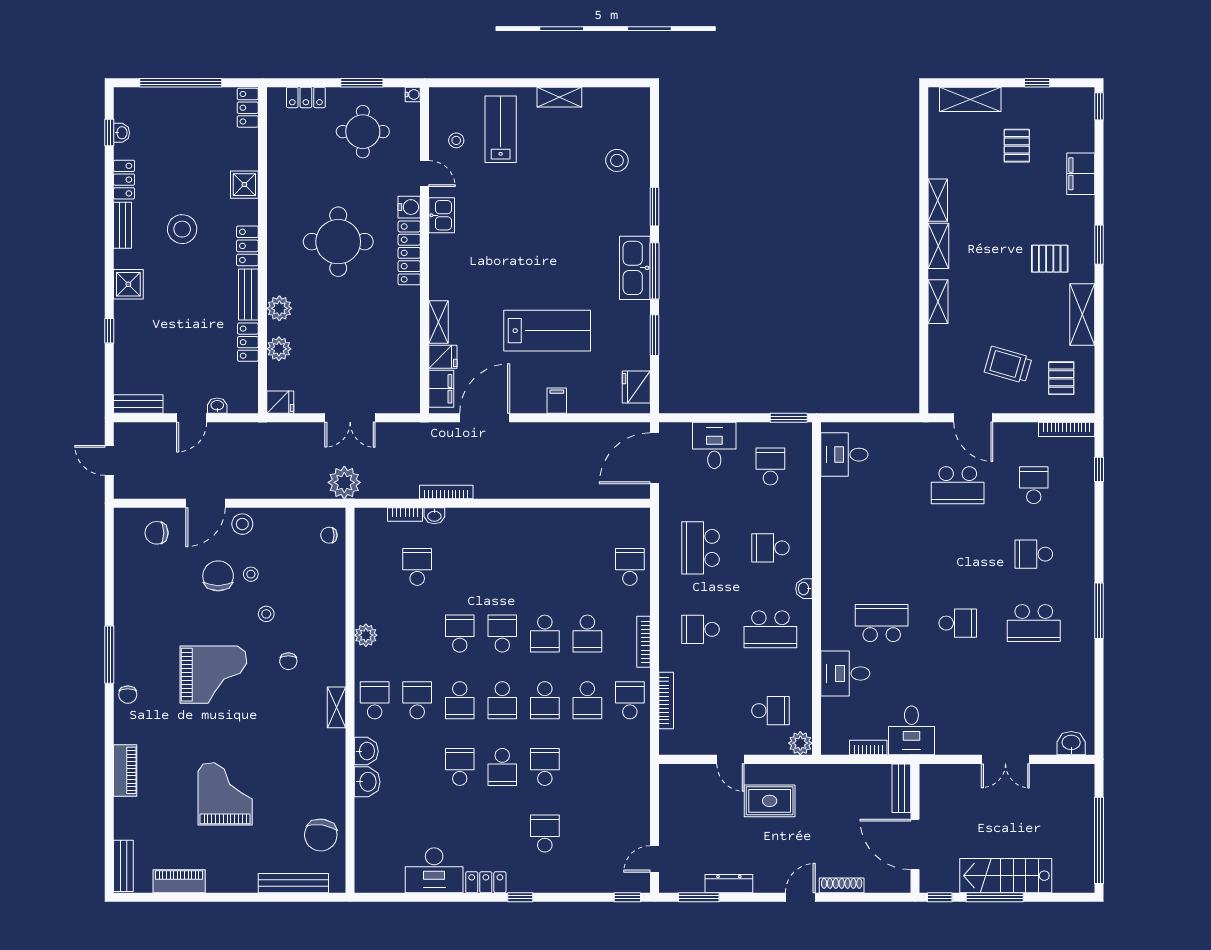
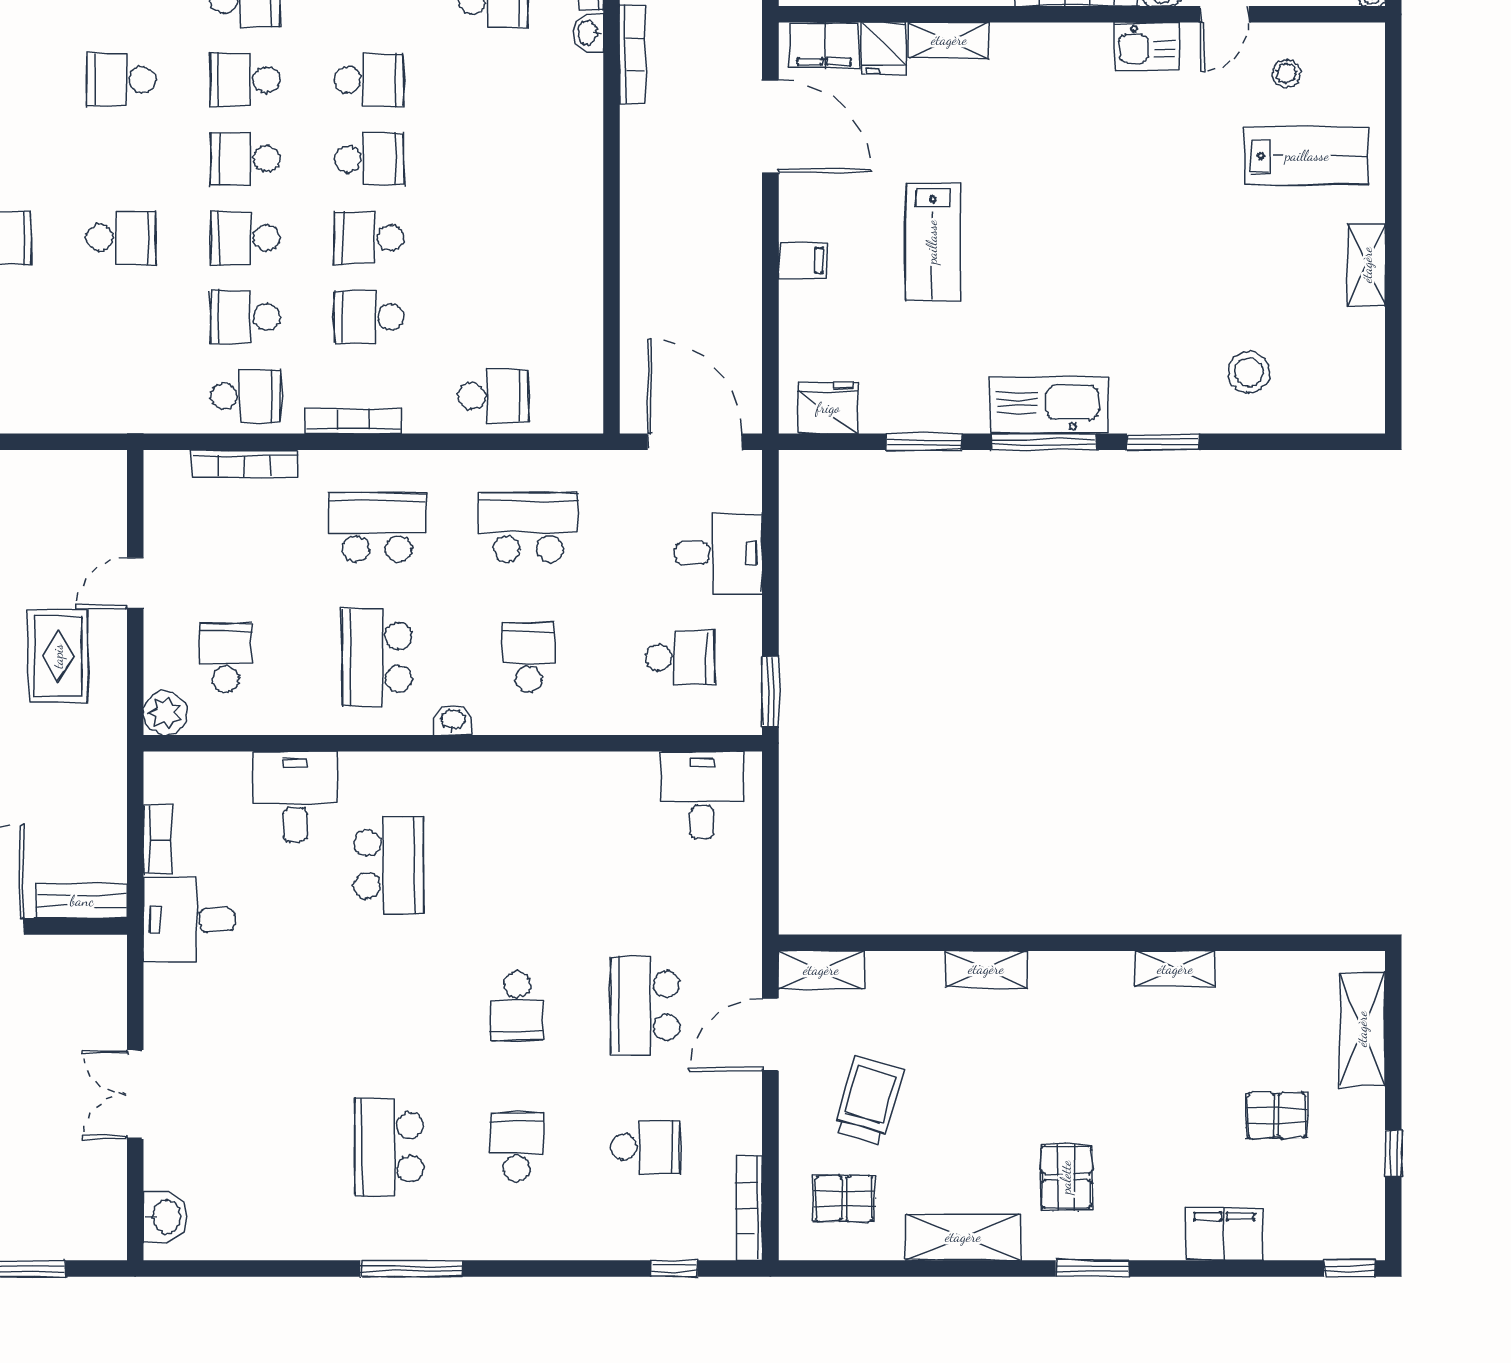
shelving: (938, 246) -> (821, 970), moved
lab bench: (547, 331) -> (932, 242), width x0.73, depth x0.72
school desk: (958, 623) -> (517, 1006), moved
school desk: (700, 629) -> (377, 527), width x1.85
school desk: (770, 711) -> (226, 658), turned 180
school desk: (460, 767) -> (121, 80), turned 180
school desk: (502, 767) -> (121, 159), removed

